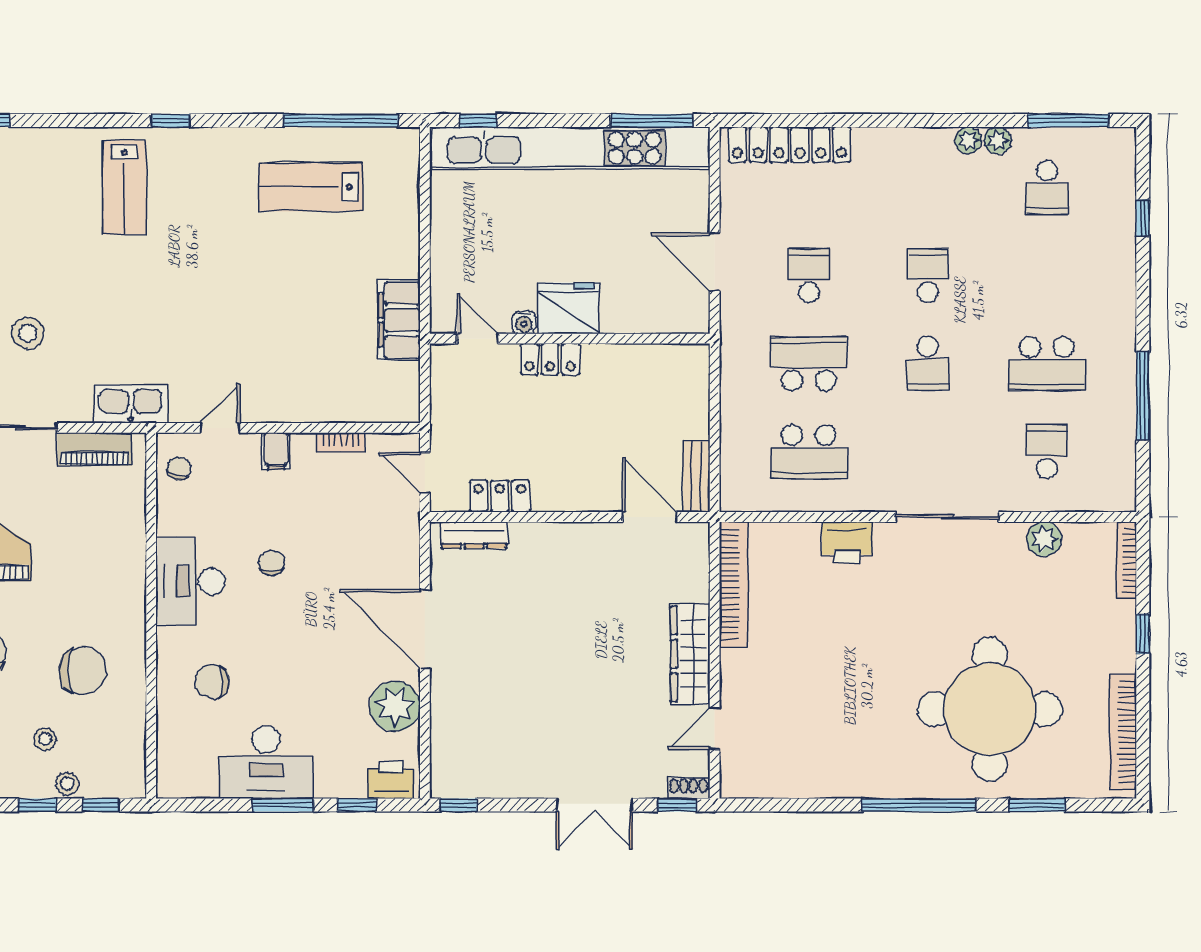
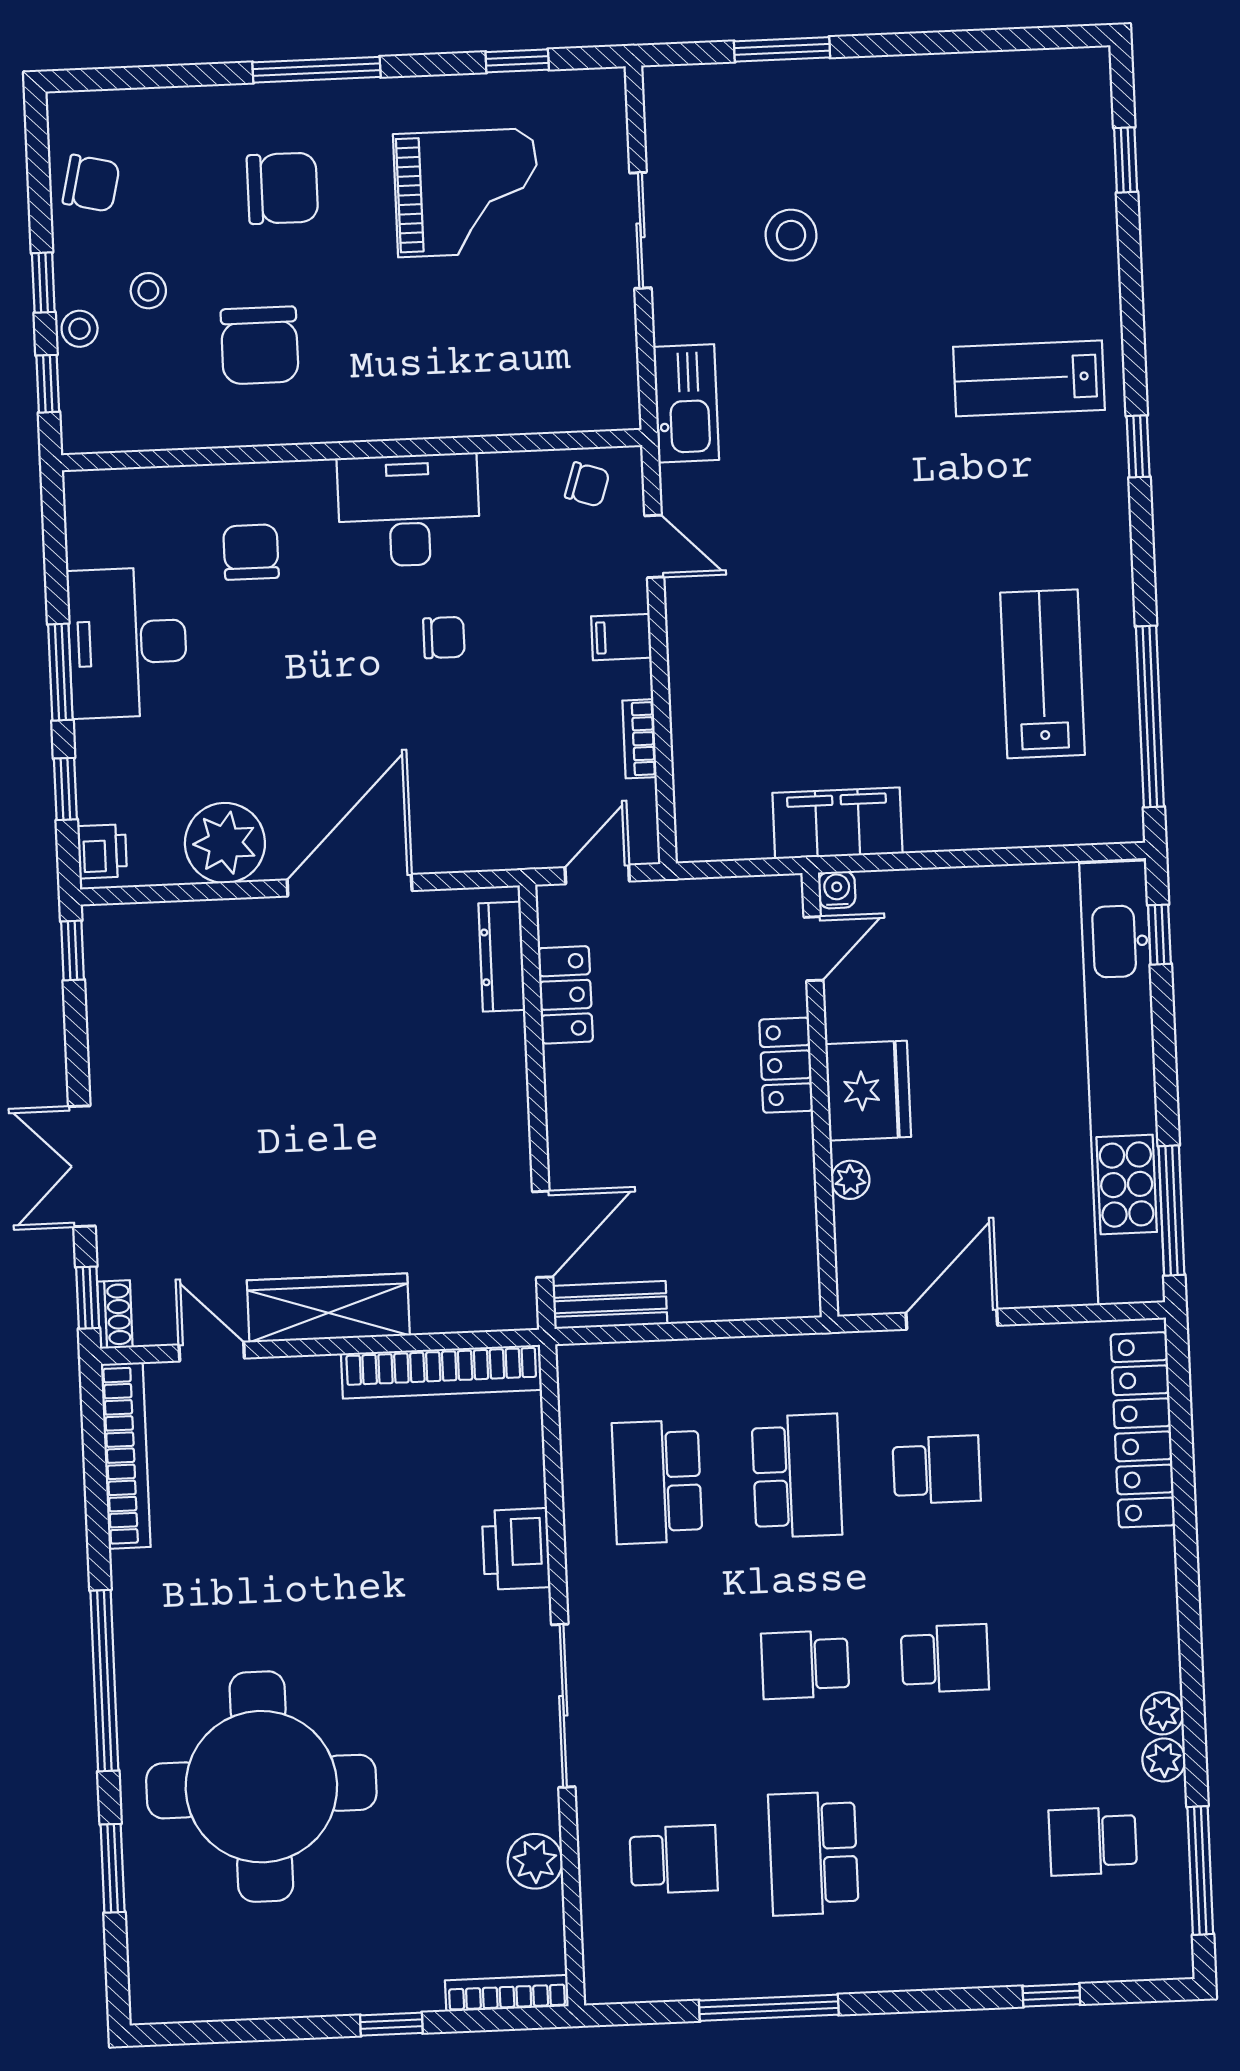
water cooler: (524, 322) -> (837, 890), moved, turned 90
plant: (624, 322) -> (850, 1180), added
piano: (95, 449) -> (612, 349), removed
bookcase: (1123, 732) -> (126, 1455), moved, turned 90
printer: (391, 780) -> (102, 851), width x0.73, depth x0.81

